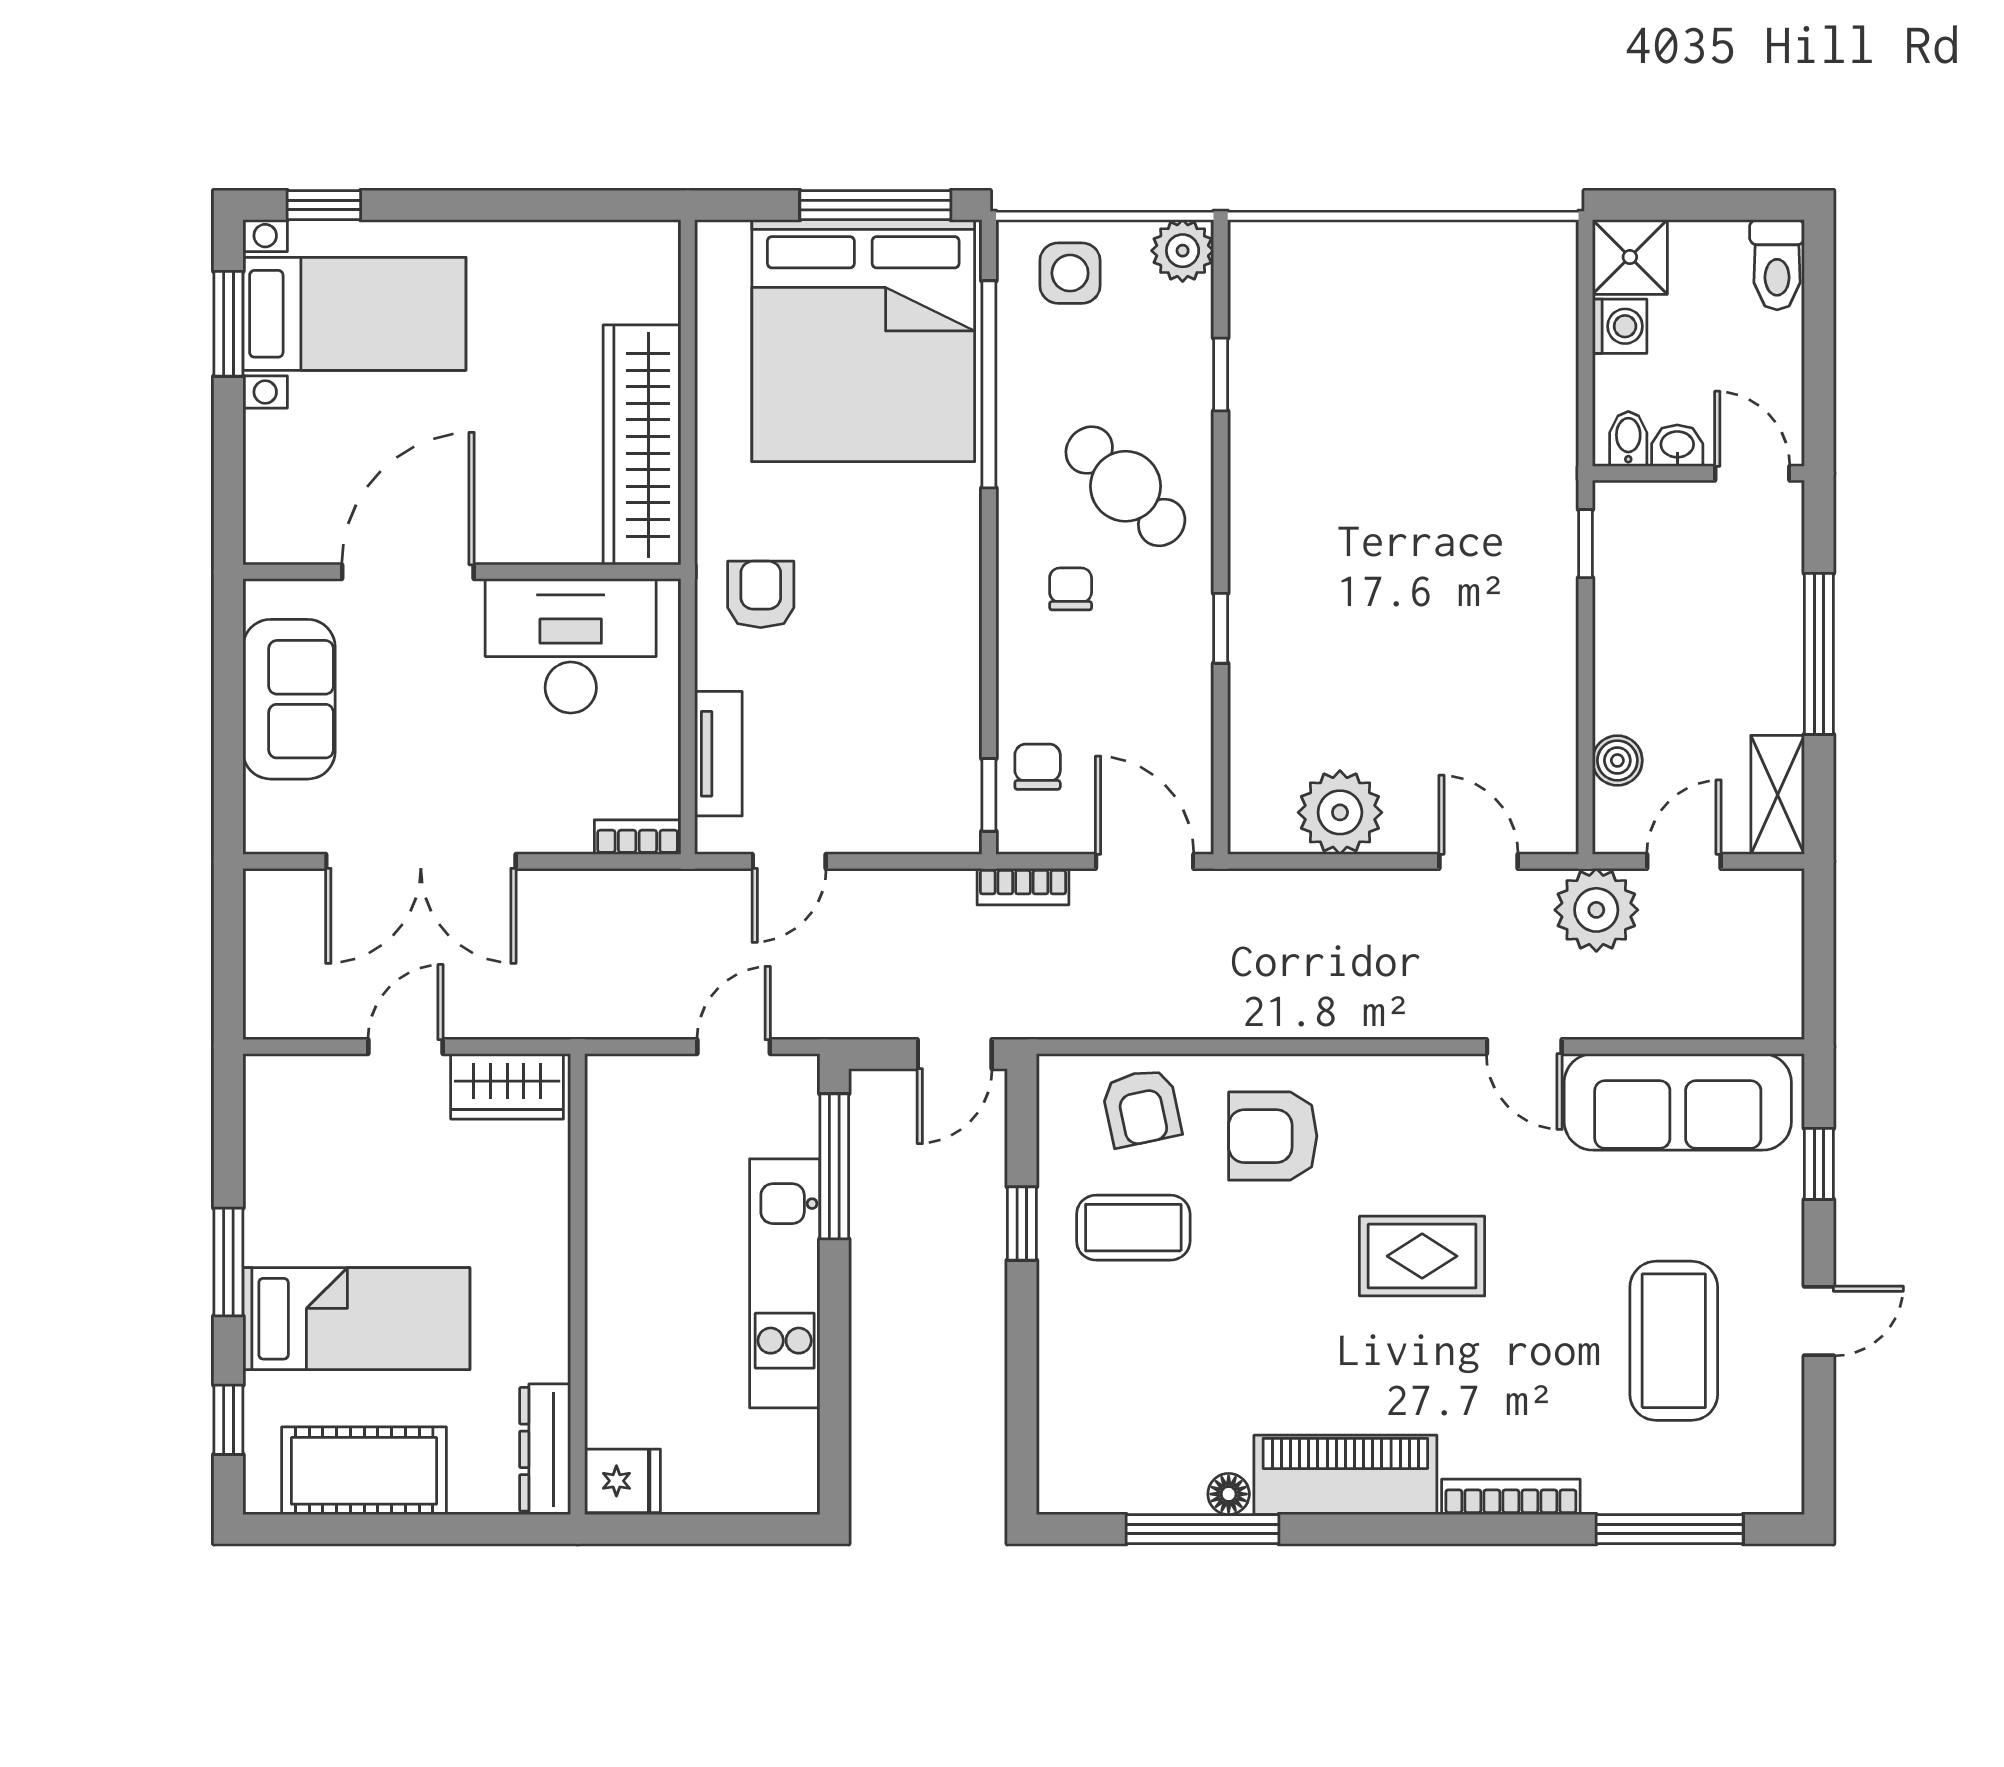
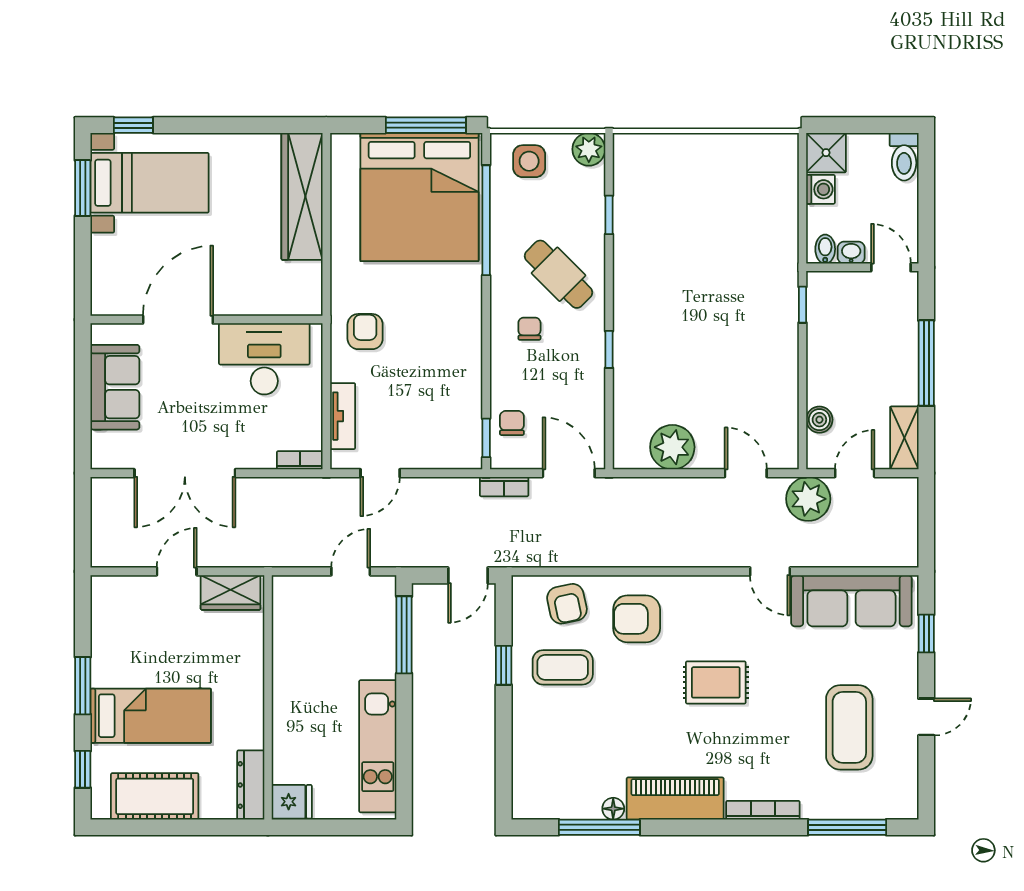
wardrobe: (642, 445) -> (302, 196), moved
kitchen unit: (785, 1283) -> (378, 746), moved

